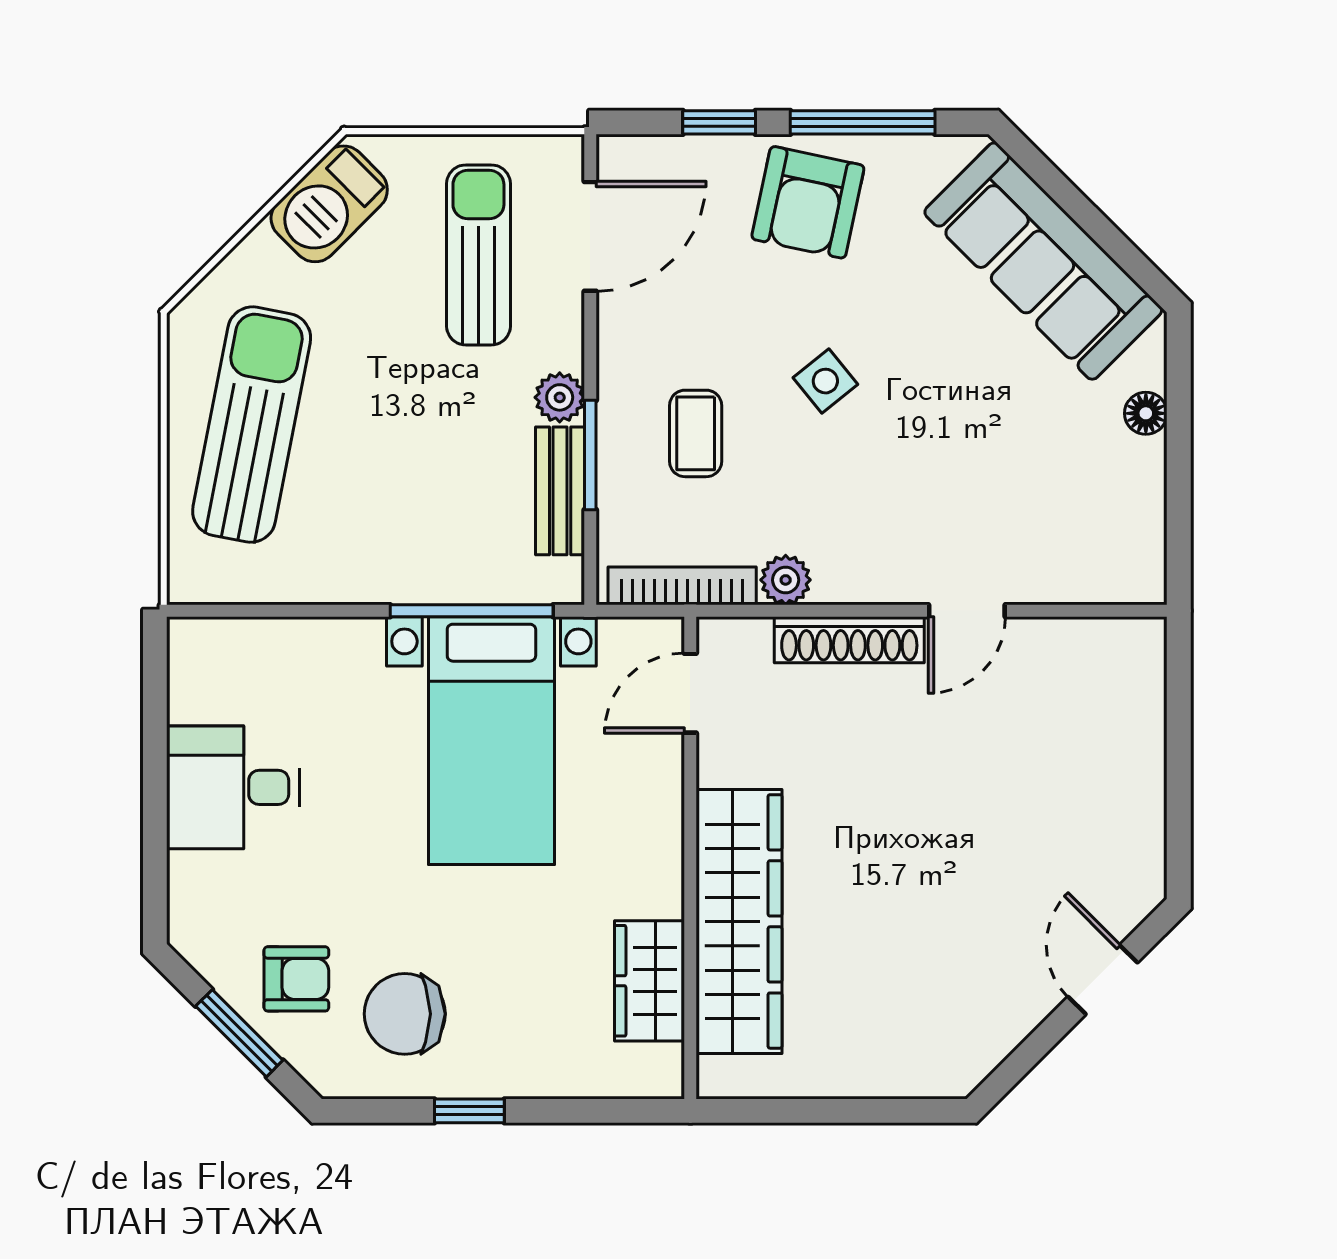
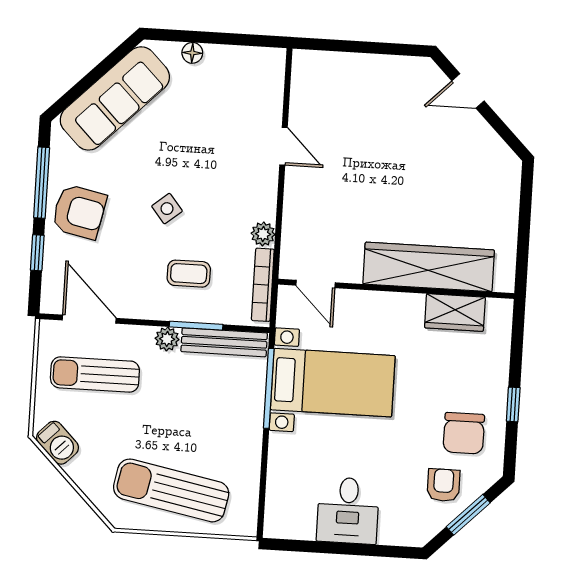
barbecue: (329, 204) -> (58, 443), width x0.73, depth x0.79
bench: (560, 491) -> (224, 342), width x1.36
shoe rack: (849, 640) -> (294, 205), removed

